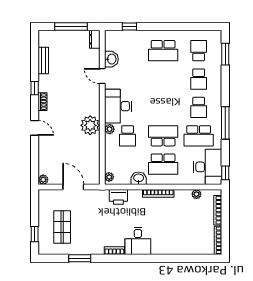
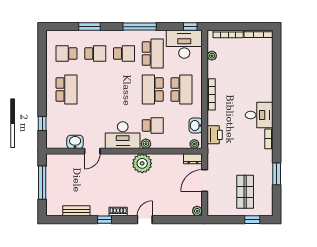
dresser: (95, 39) -> (193, 159), moved
window: (225, 54) -> (90, 27), moved
washbasin: (139, 178) -> (196, 126), moved
shop shelf: (62, 227) -> (245, 192), turned 90

